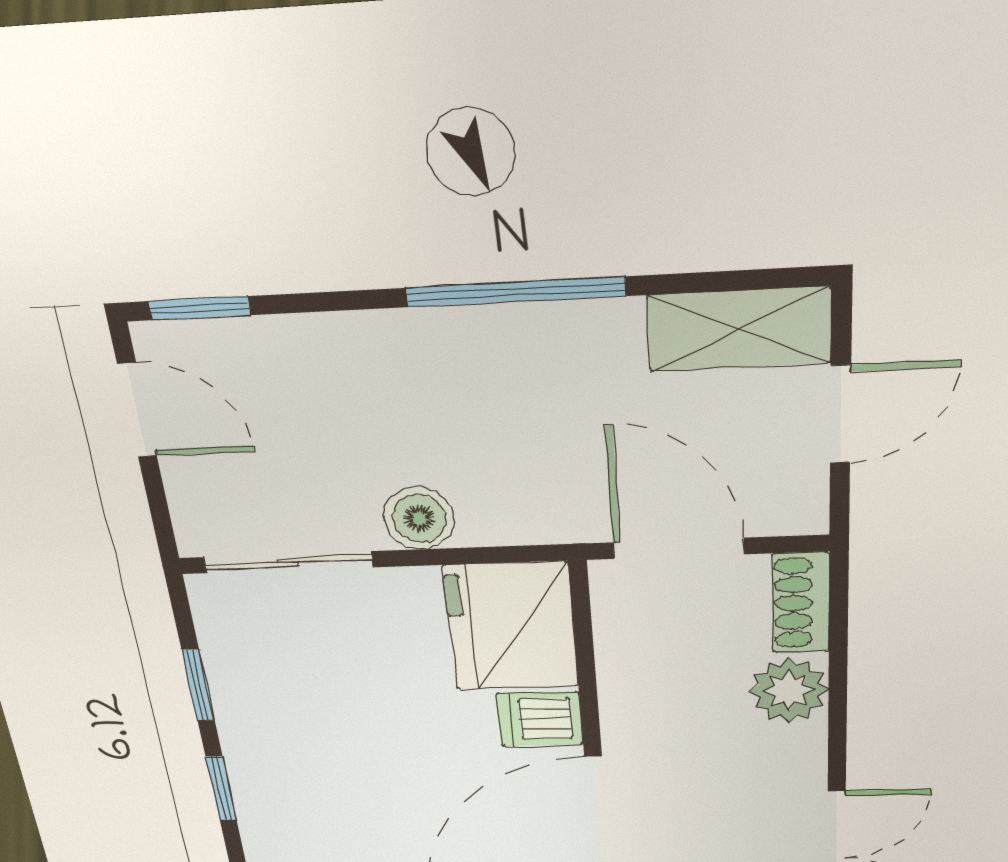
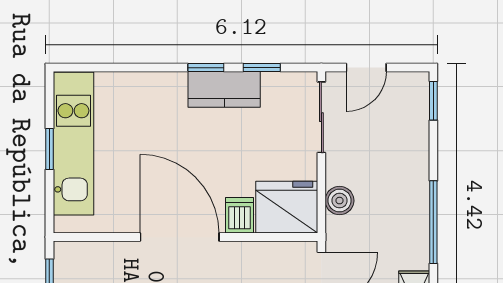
door: (137, 410) -> (366, 68), moved
boiler: (419, 518) -> (340, 201), moved
kitchen counter: (262, 754) -> (224, 89), added

